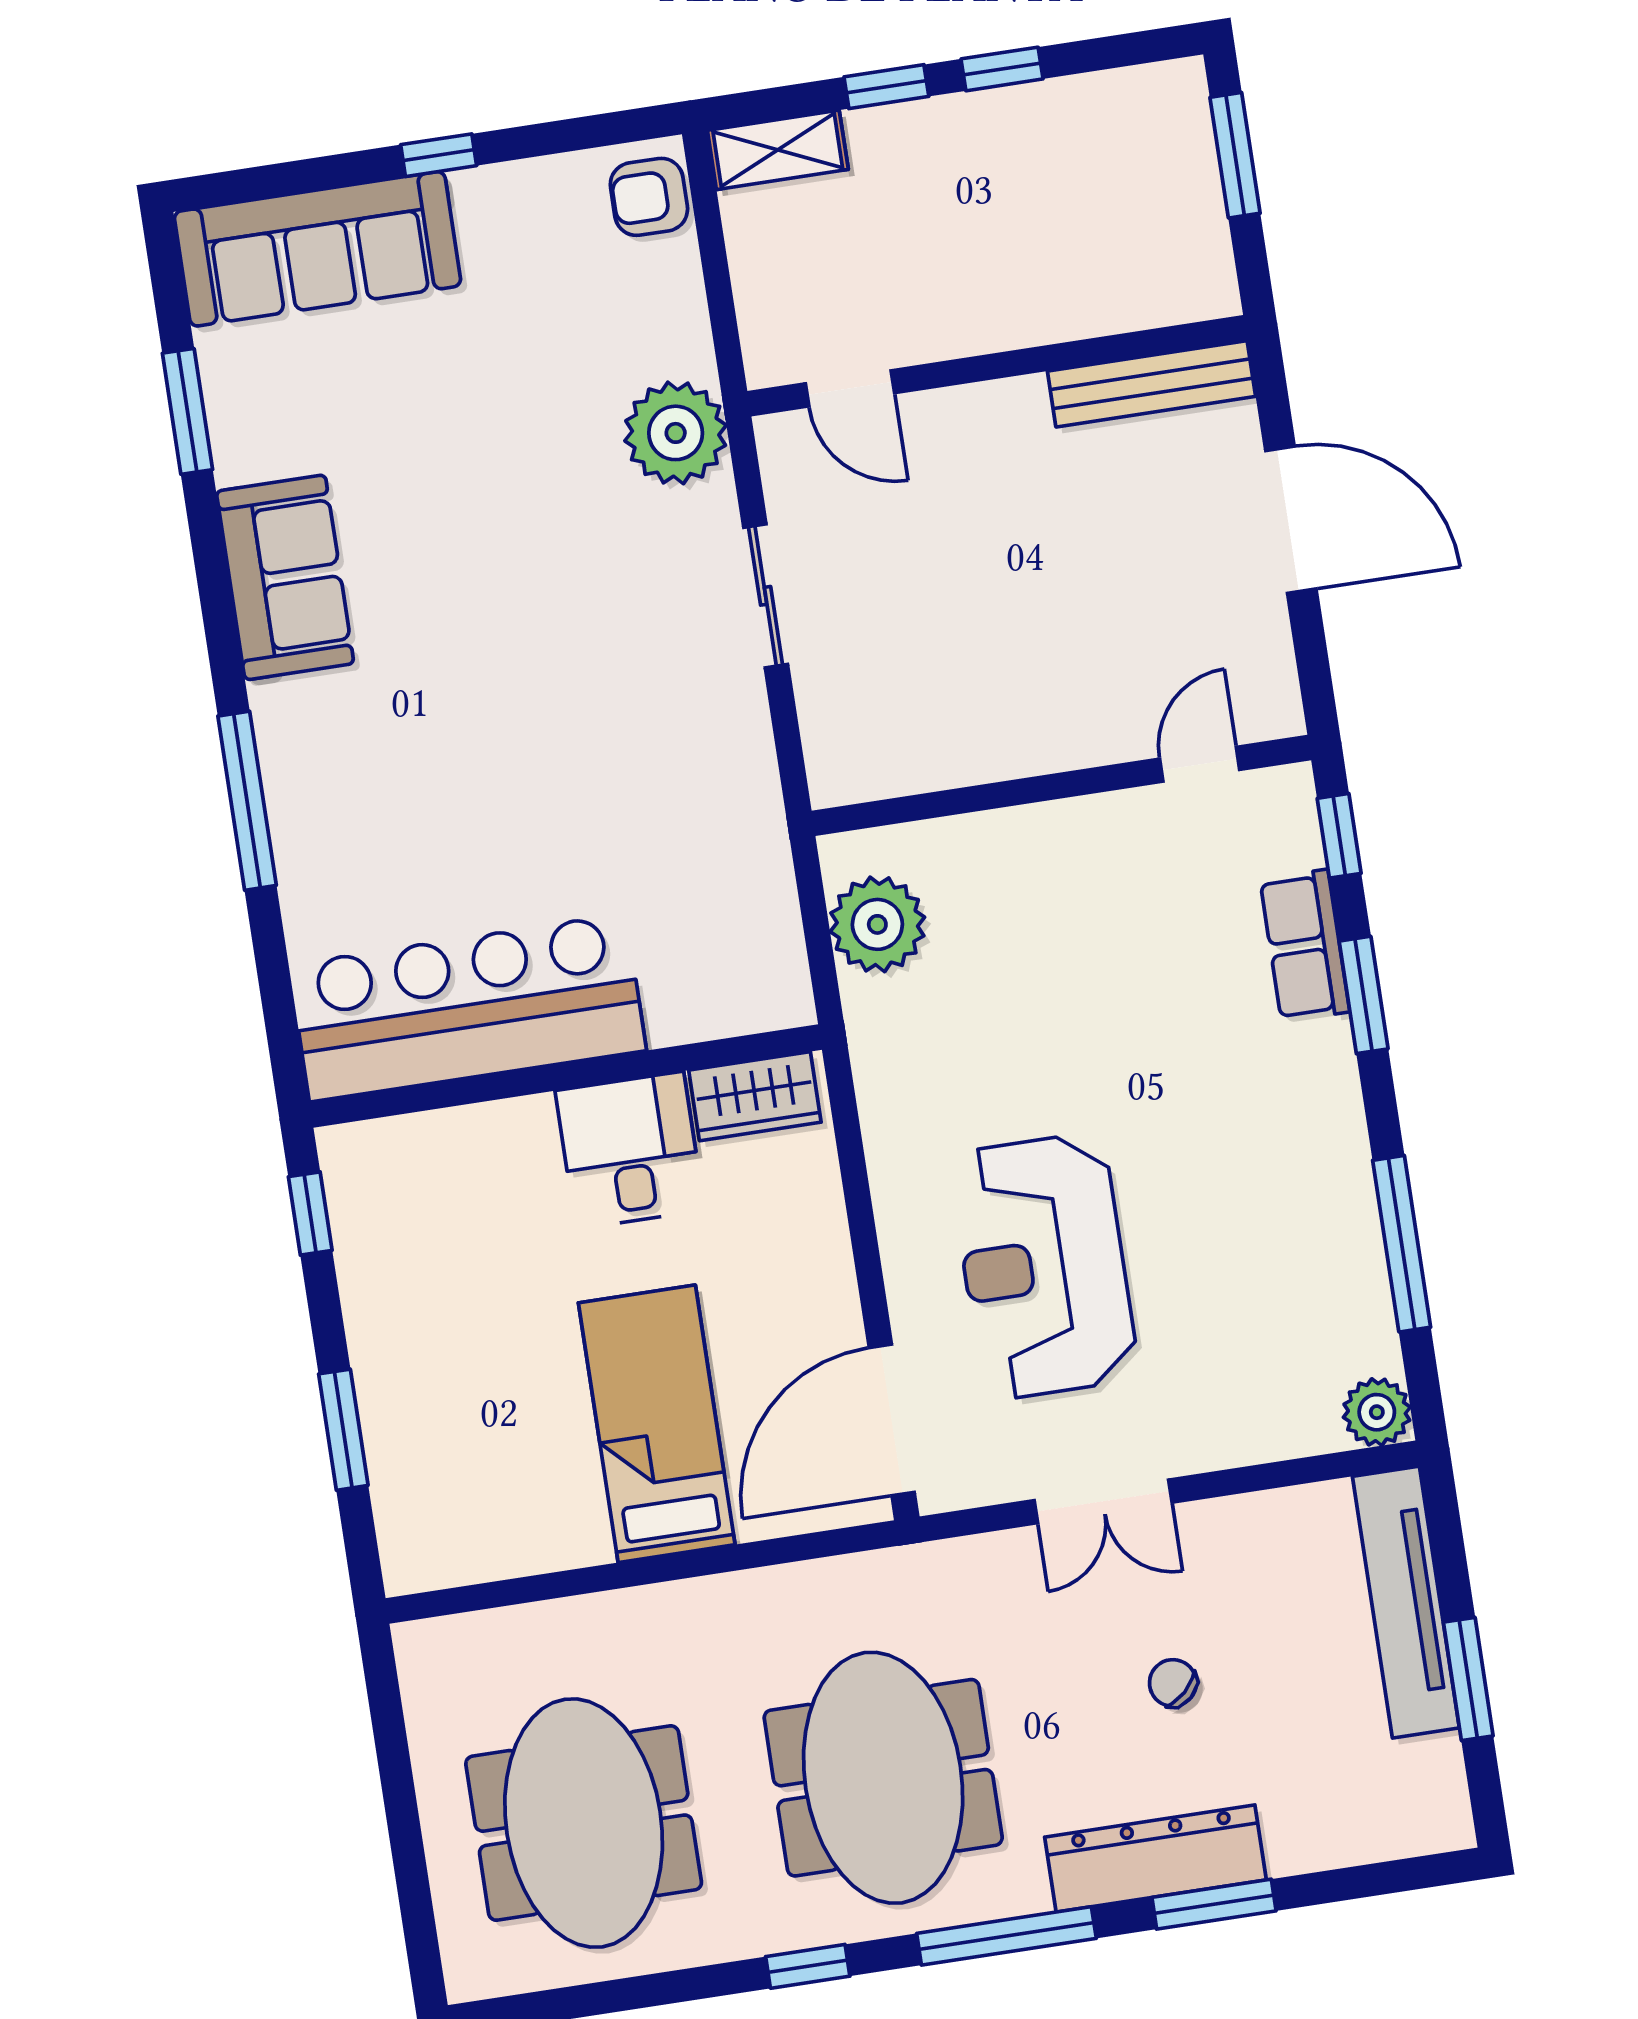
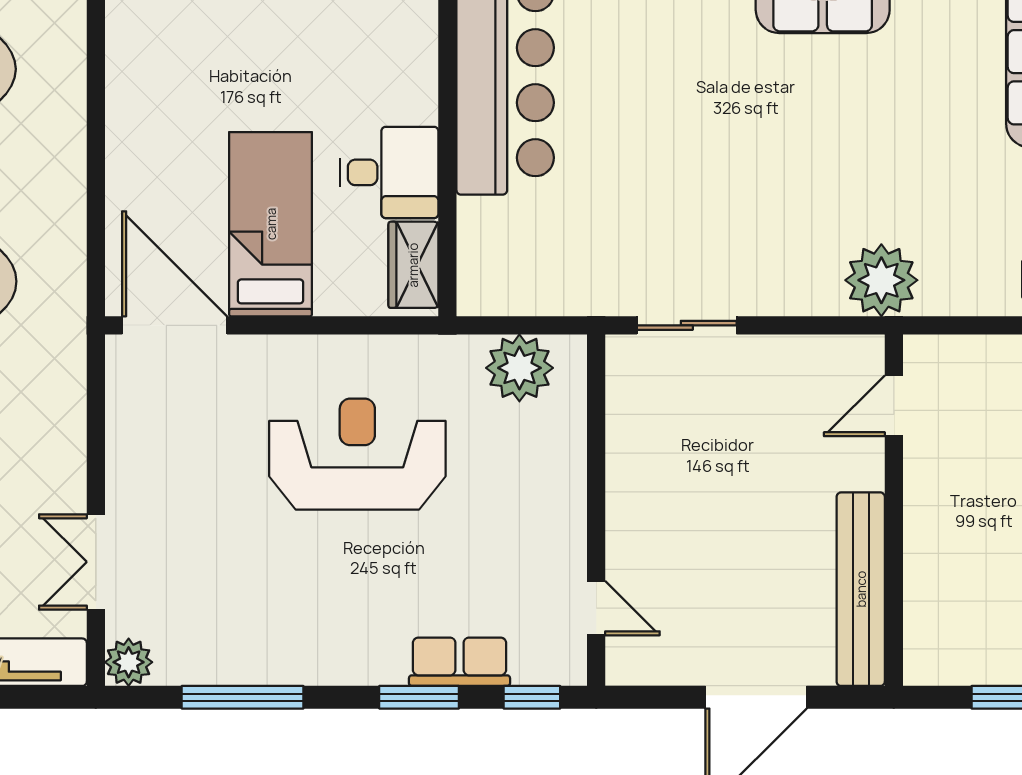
bench: (1152, 384) -> (861, 589), width x1.37, depth x1.21
sliding door: (766, 596) -> (687, 325), moved
reception desk: (1044, 1266) -> (357, 454), moved
bed: (657, 1424) -> (271, 224), moved, turned -90
double door: (1103, 1501) -> (96, 562), moved

